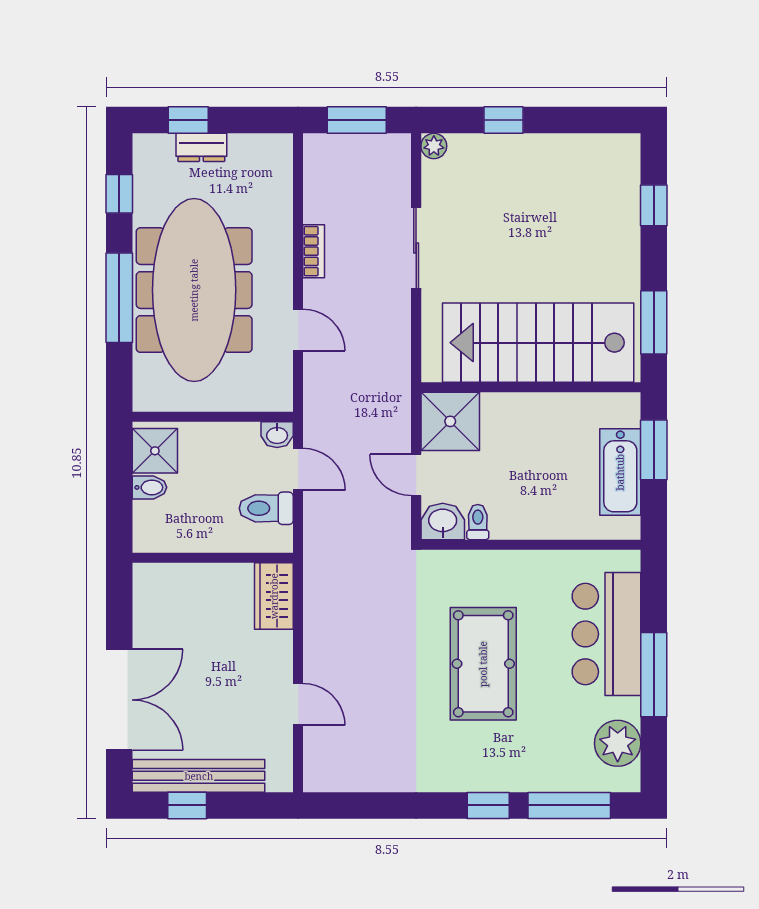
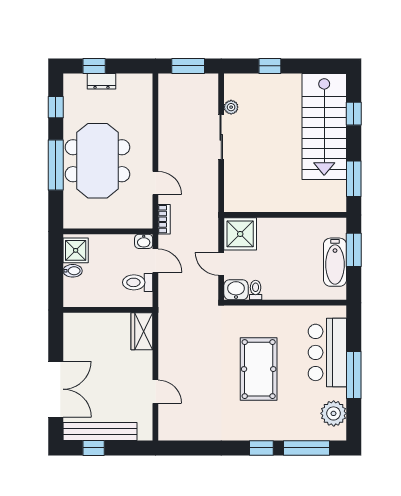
plant: (434, 146) -> (231, 107), moved
bookcase: (314, 251) -> (164, 219), moved
meeting table: (194, 290) -> (97, 161), width x0.73
stairs: (538, 343) -> (324, 127), moved, turned -90

